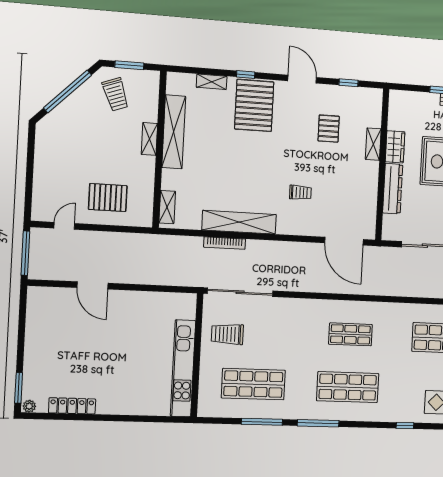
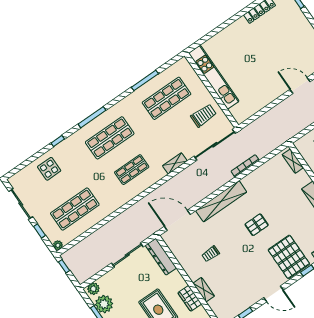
pallet: (329, 129) -> (257, 225), moved, turned 90
dresser: (393, 189) -> (161, 257), moved
trolley: (300, 192) -> (211, 254), moved
shelving: (239, 222) -> (221, 201), moved
shelving: (299, 305) -> (175, 163), added
window: (318, 423) -> (92, 117), moved

